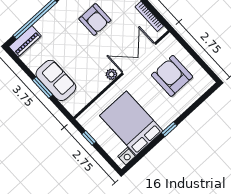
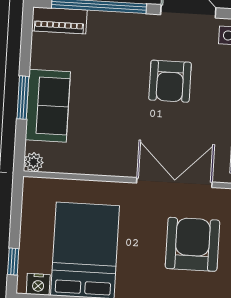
plant: (111, 74) -> (34, 162), moved
window: (89, 138) -> (13, 262), moved

